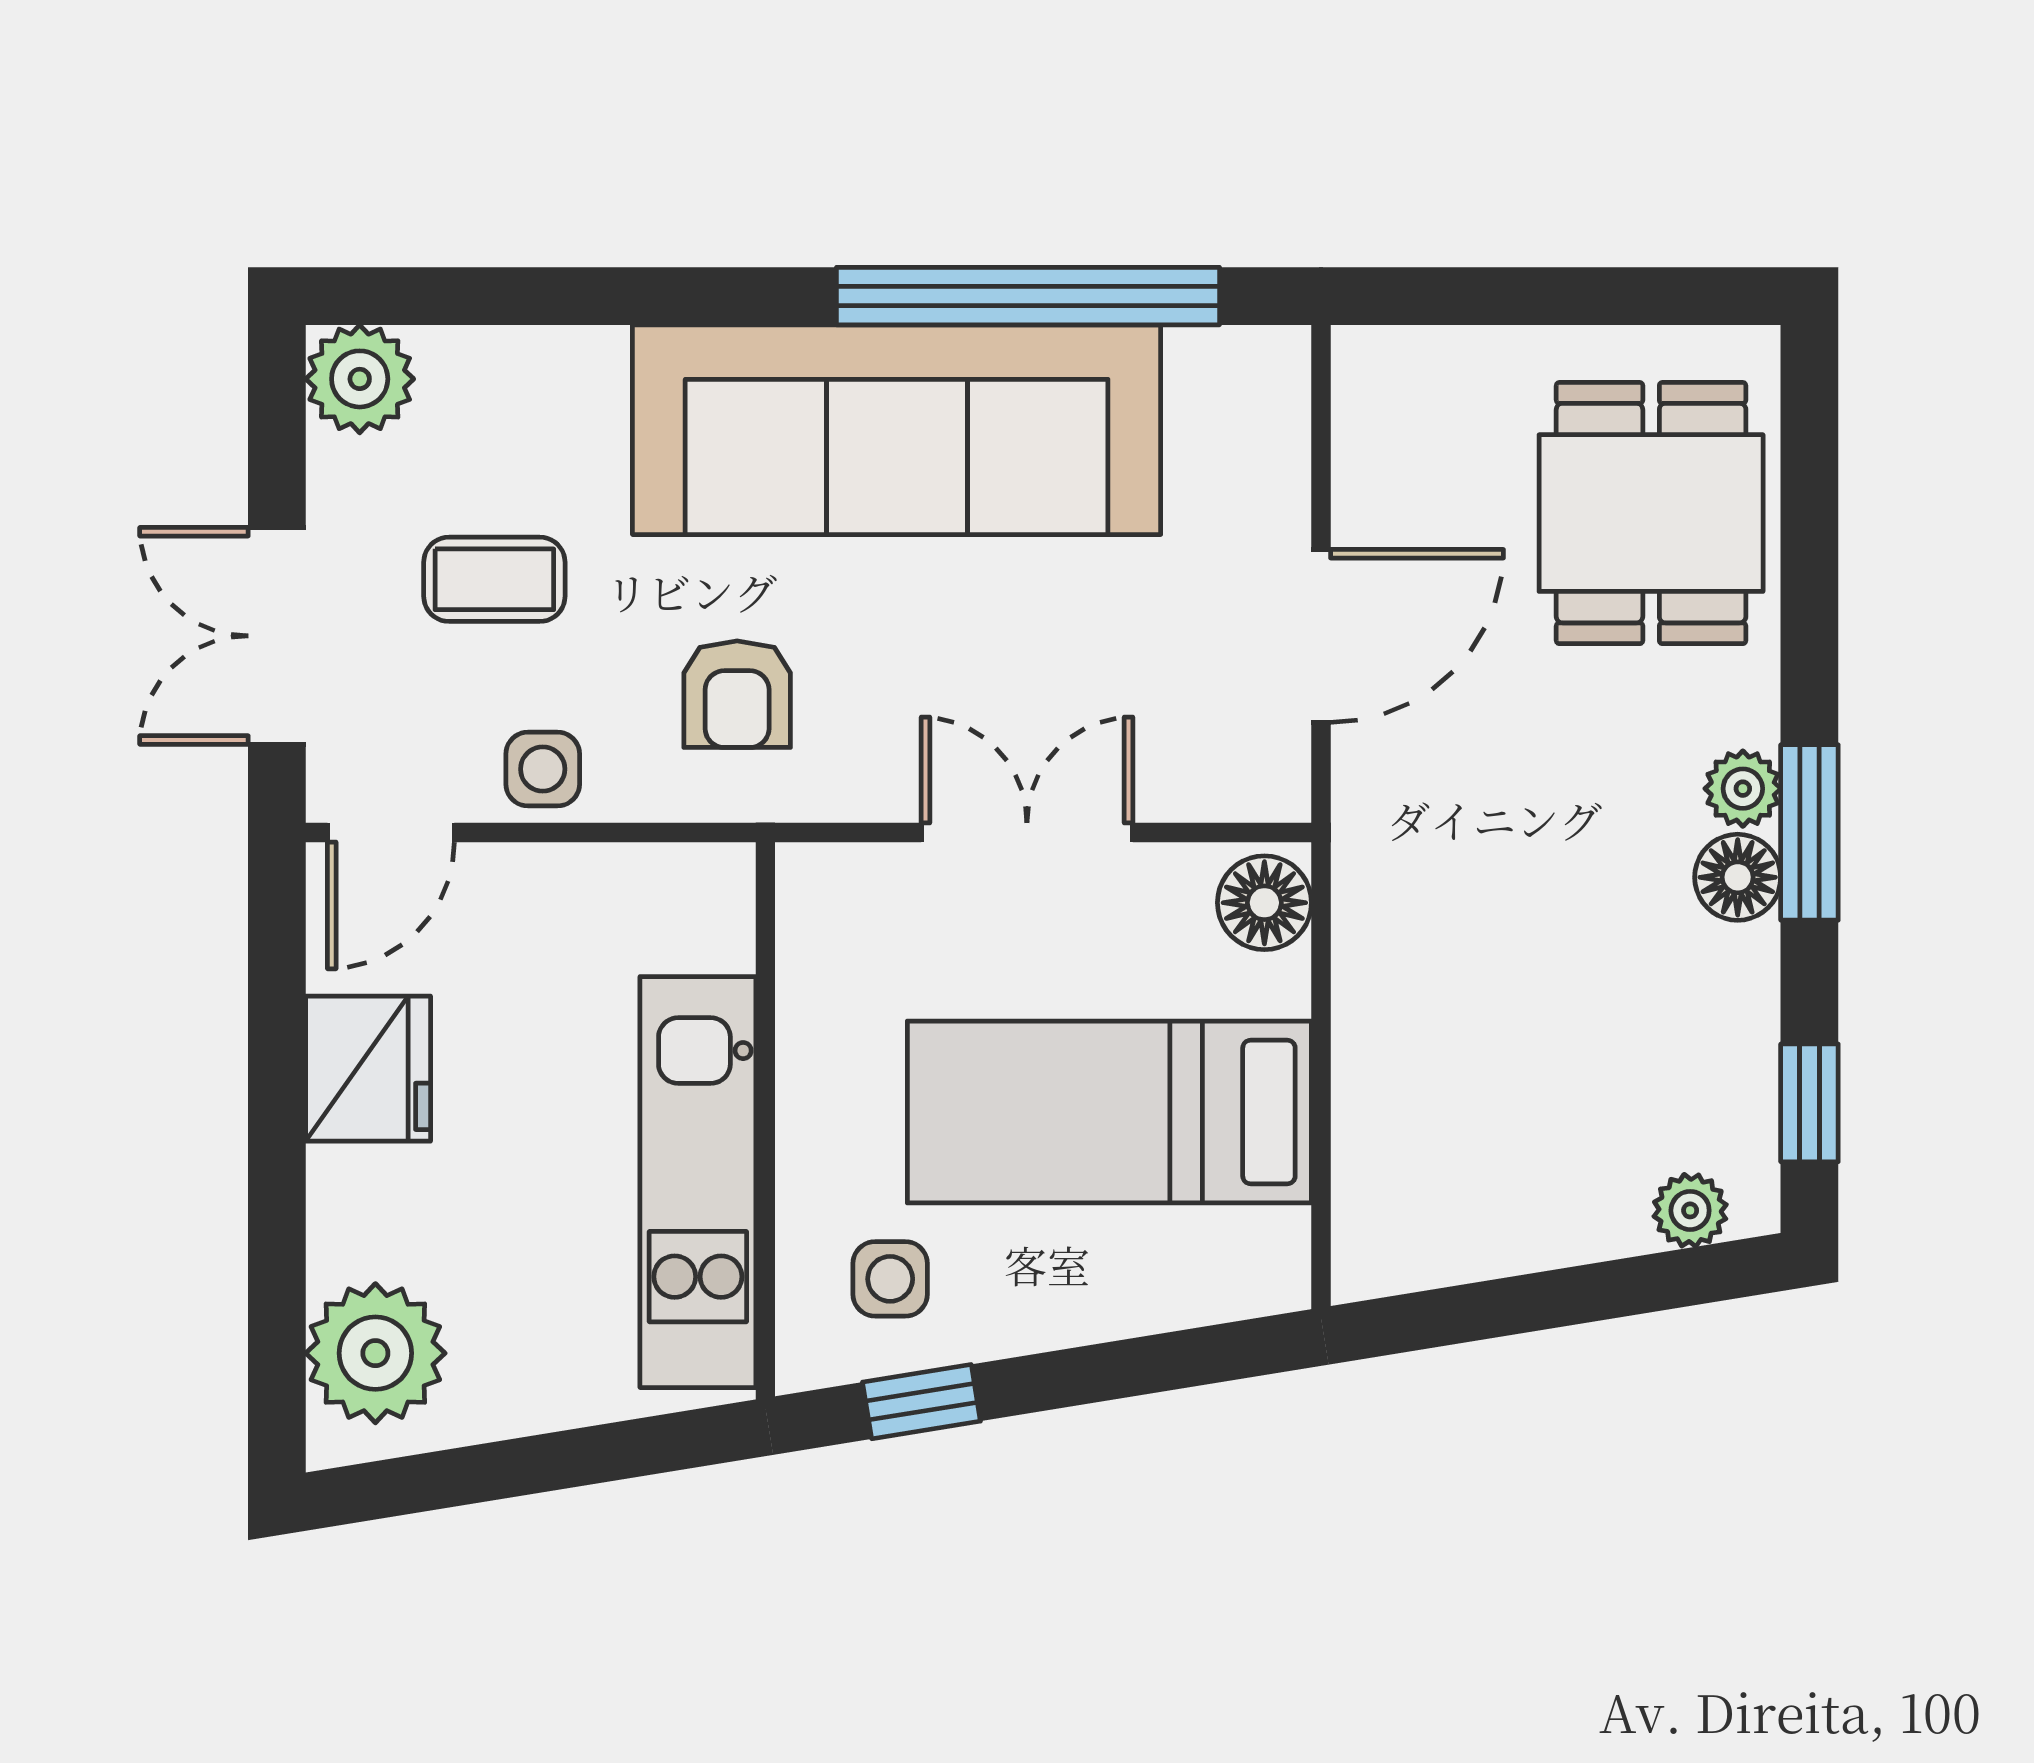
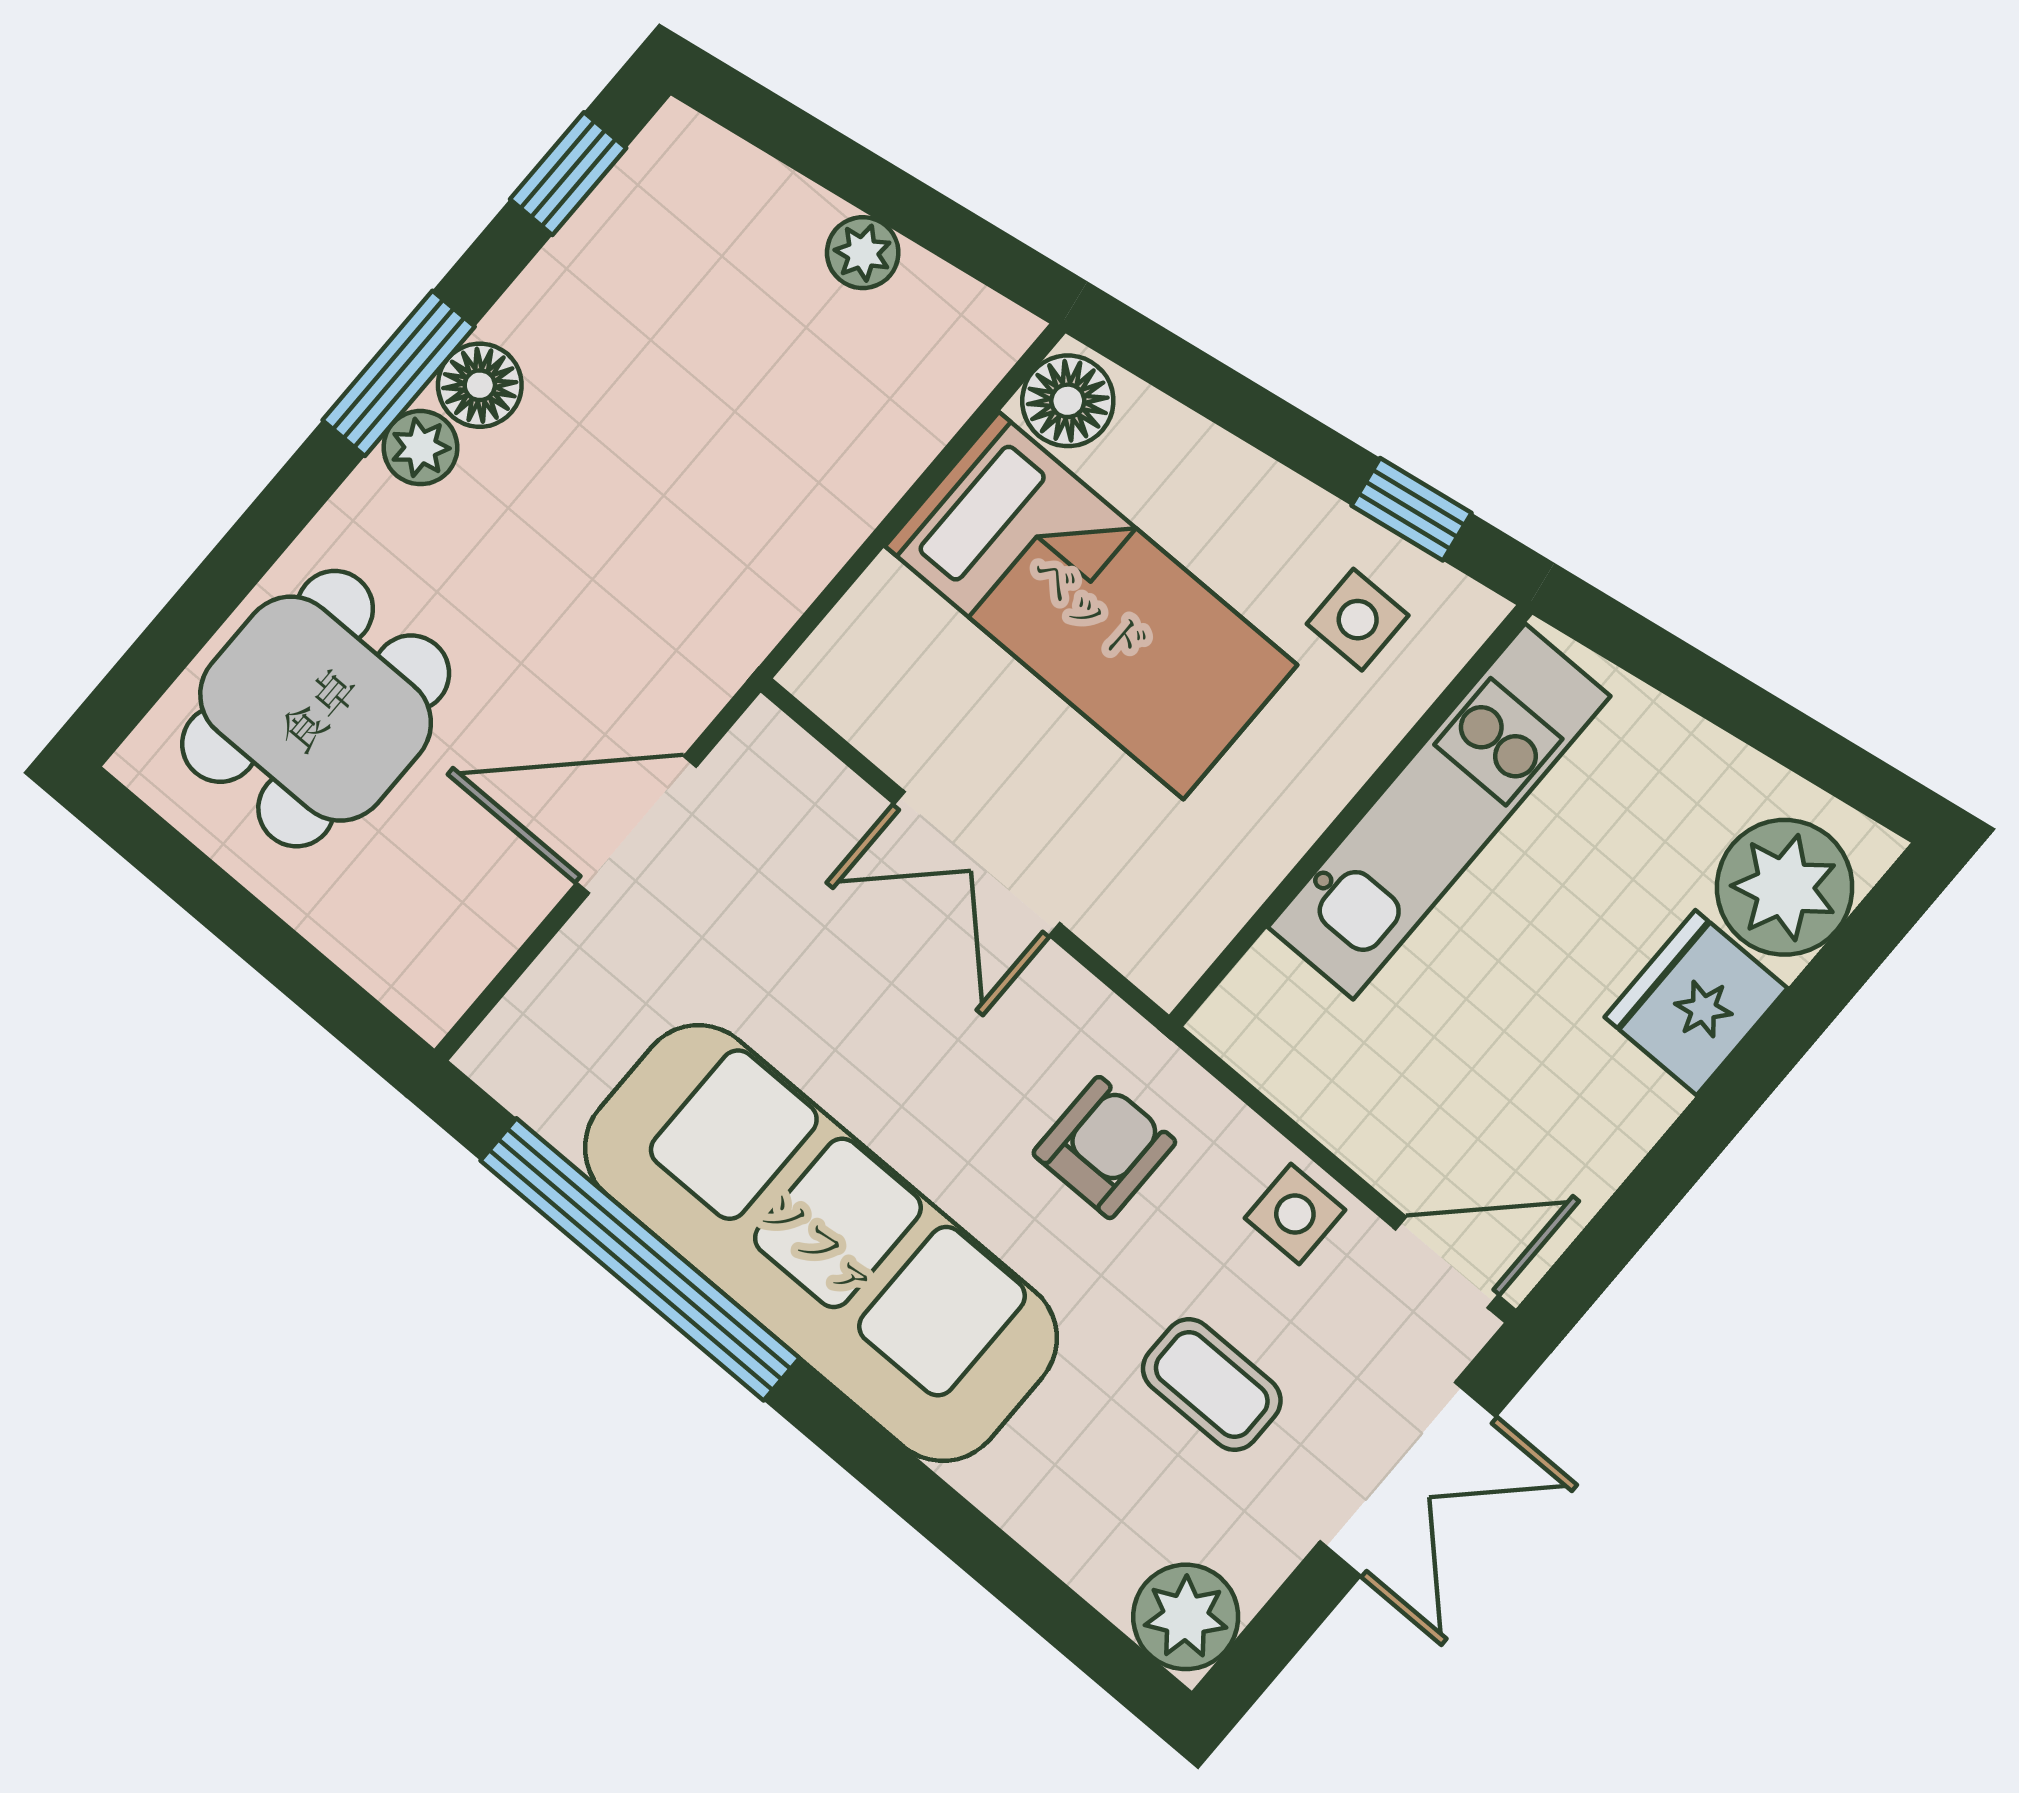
floor lamp: (1264, 903) -> (1068, 401), moved
fridge: (368, 1069) -> (1696, 1003), moved
plant: (1690, 1210) -> (863, 253), moved

